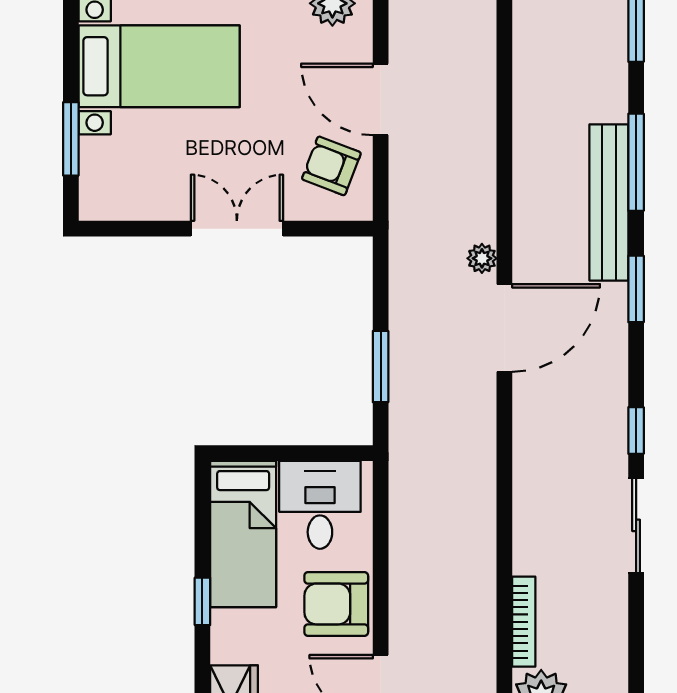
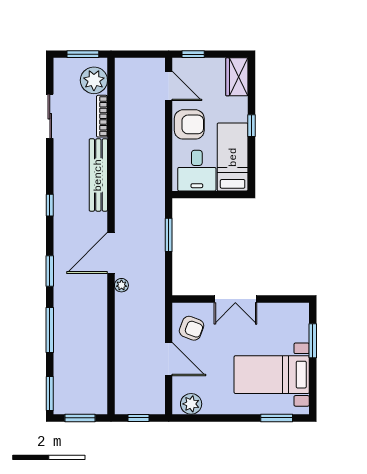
bench: (609, 202) -> (98, 175), moved
sliding door: (636, 525) -> (50, 116), moved

